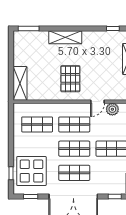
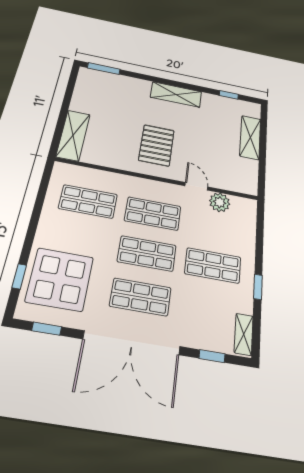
shelving: (65, 37) -> (176, 94), moved
door: (98, 102) -> (196, 186), swing flipped

